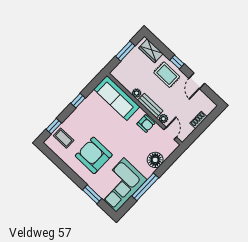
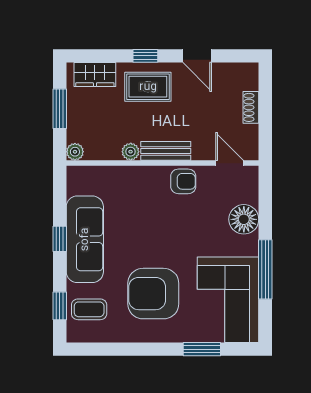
sofa: (117, 98) -> (85, 239), moved, turned -90
plant: (163, 119) -> (75, 152), moved

